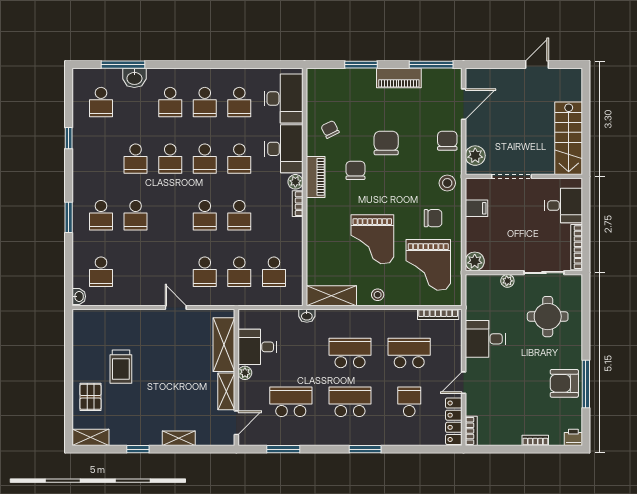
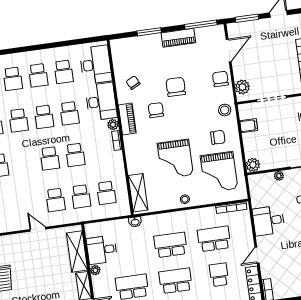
window: (494, 65) -> (247, 18), added
shelving: (331, 296) -> (138, 193), moved, turned 90

